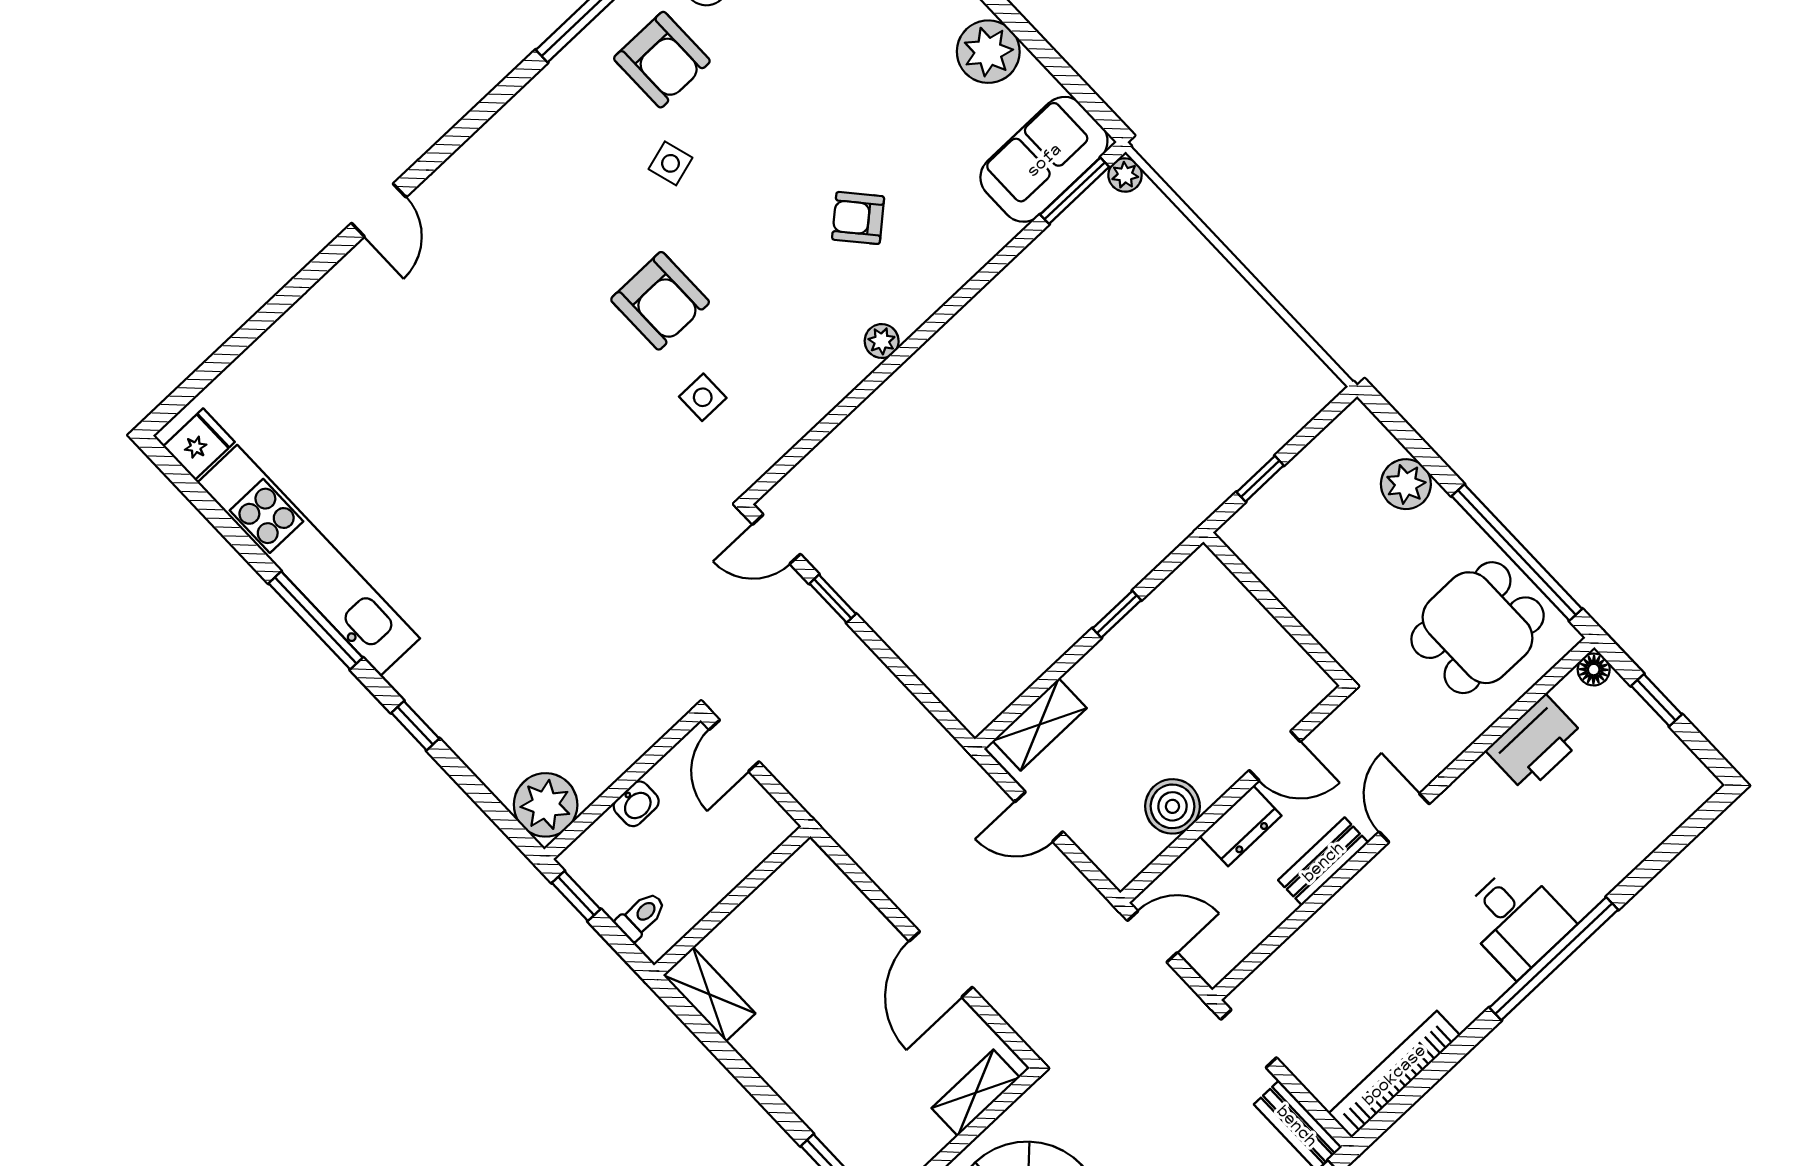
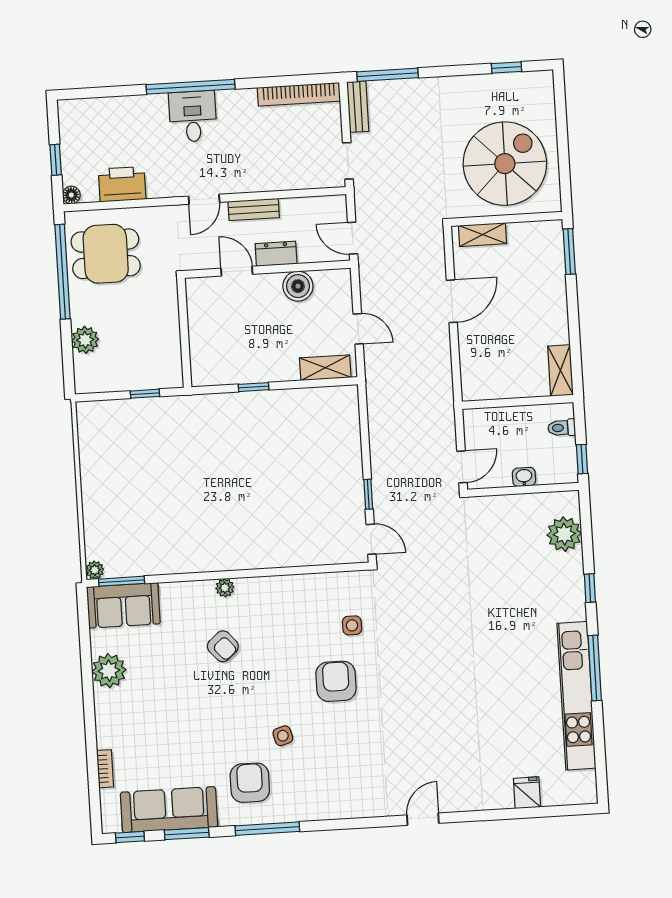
plant: (882, 341) -> (225, 588), moved
fridge: (199, 444) -> (527, 793), moved, turned 90
plant: (546, 805) -> (564, 534), moved

